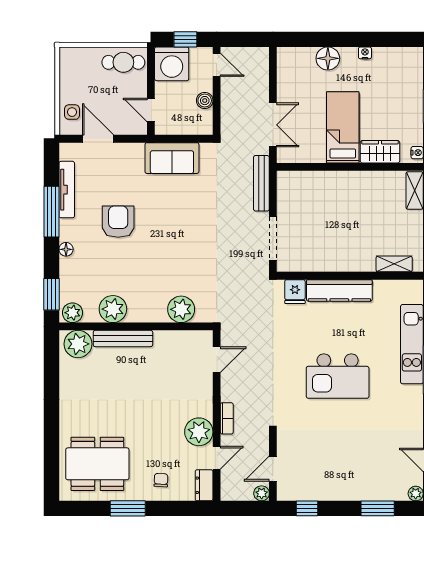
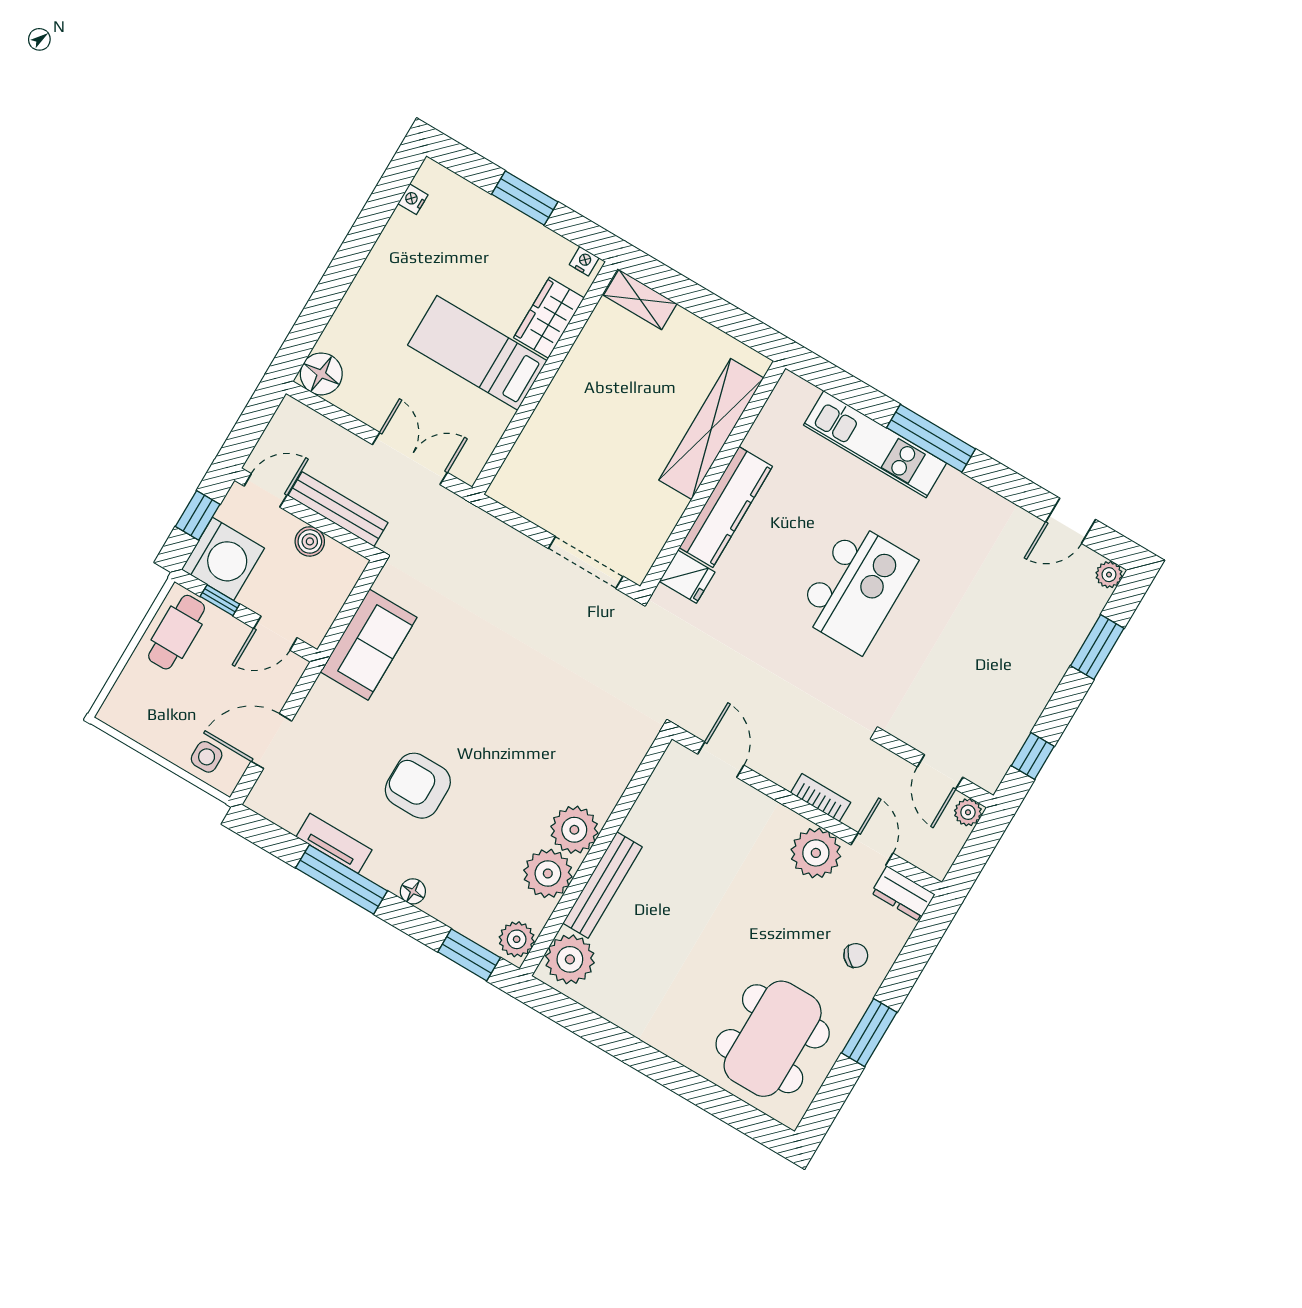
nightstand: (365, 53) -> (413, 199), moved
floor lamp: (328, 58) -> (321, 374), moved
window: (151, 74) -> (220, 600), added
bench: (261, 183) -> (338, 509), moved
tv unit: (67, 190) -> (334, 843), width x0.71
shelving: (394, 264) -> (711, 429), width x2.20, depth x1.33
plant: (181, 309) -> (574, 830), moved
chair: (161, 480) -> (856, 955), turned 135

